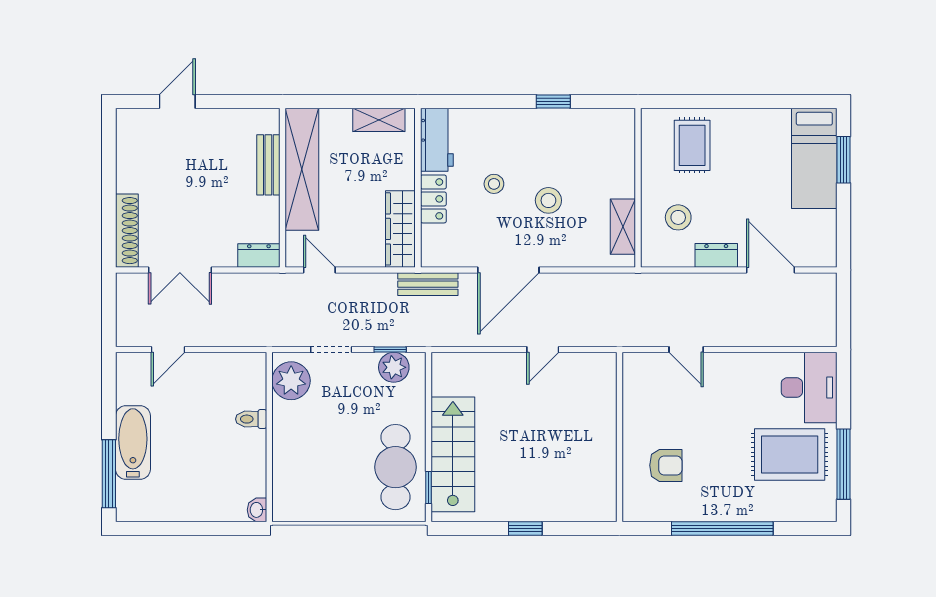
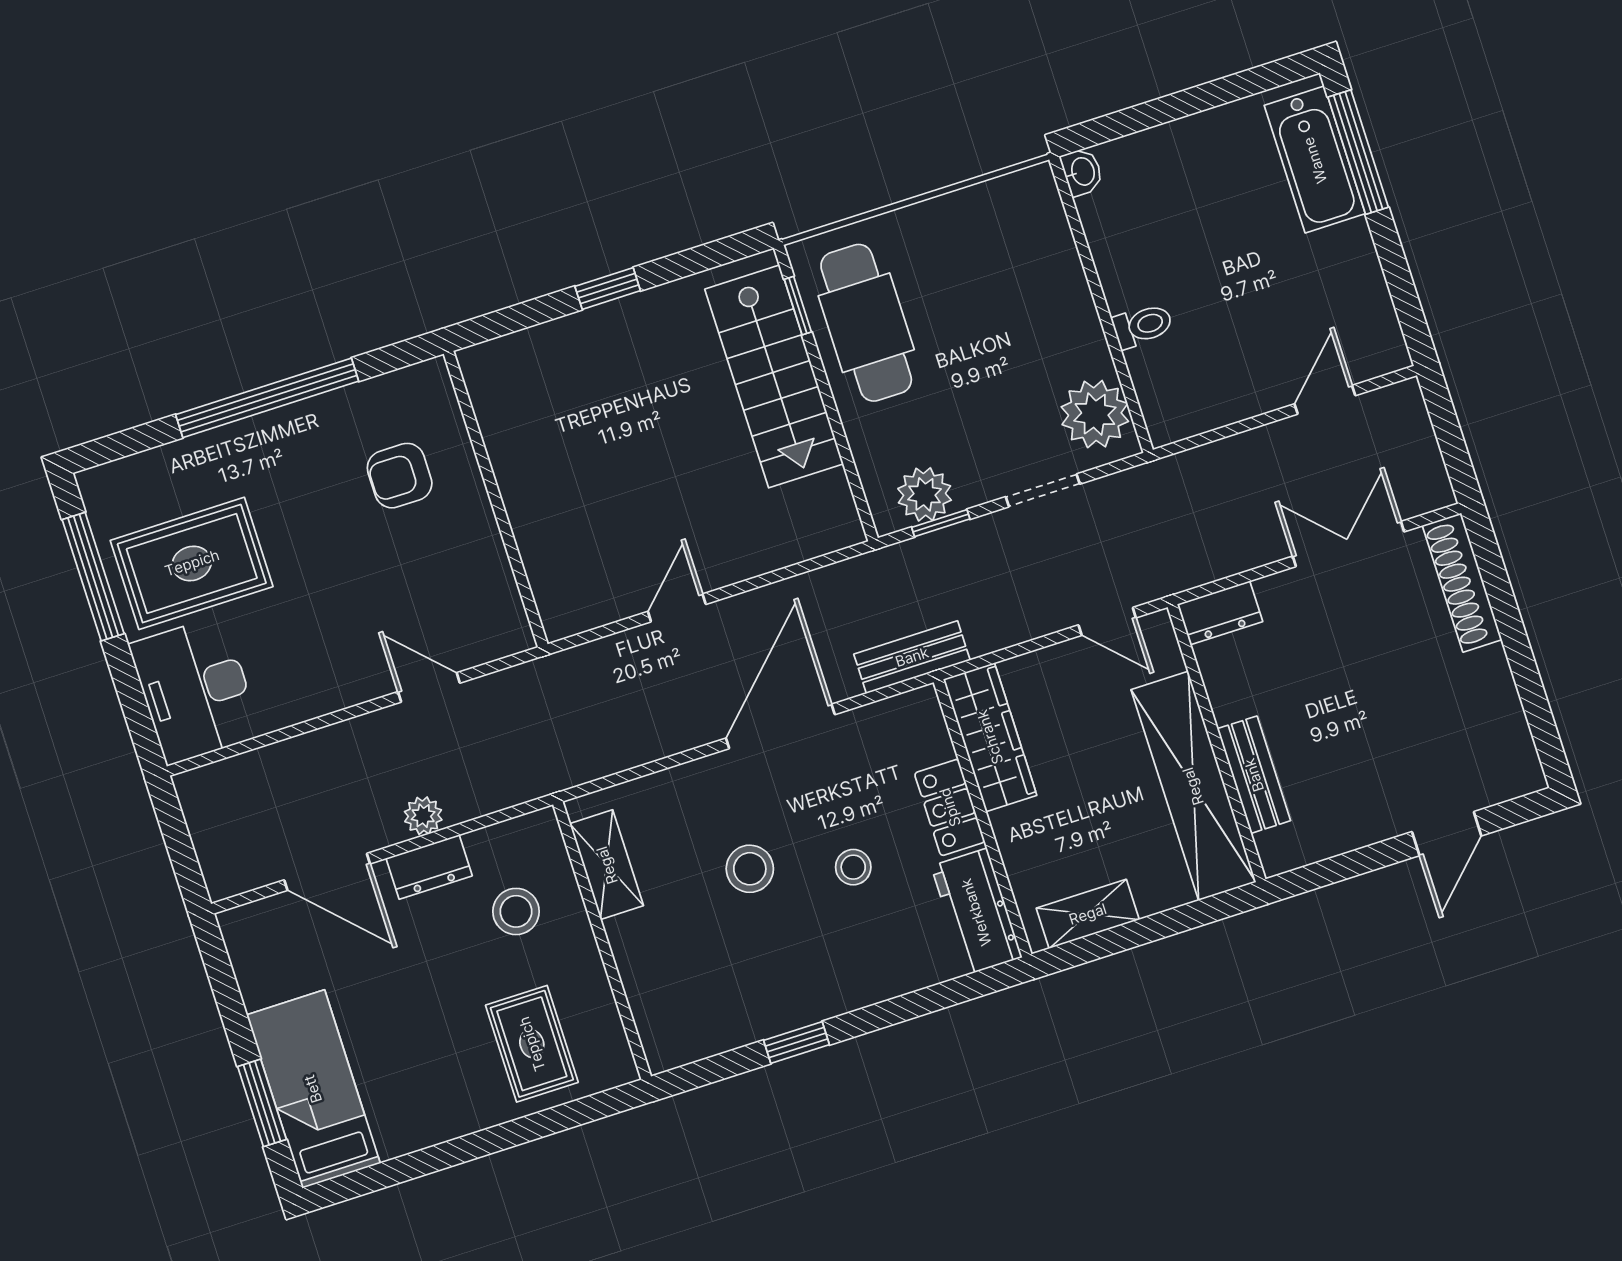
plant: (711, 283) -> (423, 816), added
bathtub: (133, 443) -> (1315, 160), moved

